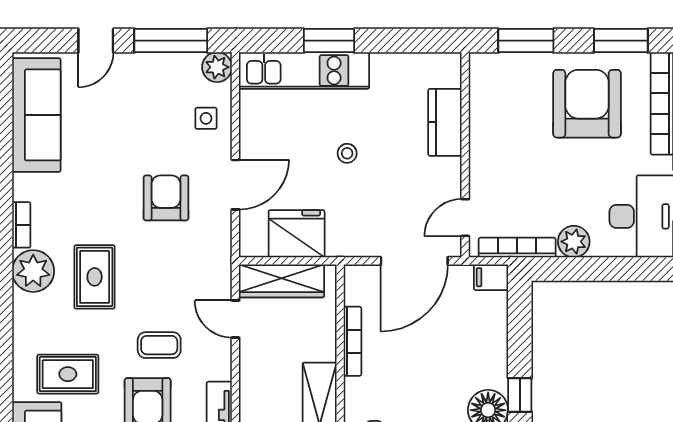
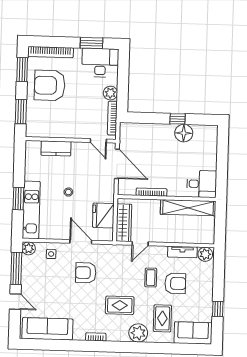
plant: (33, 271) -> (138, 333), moved
filing cabinet: (491, 277) -> (125, 130), removed

